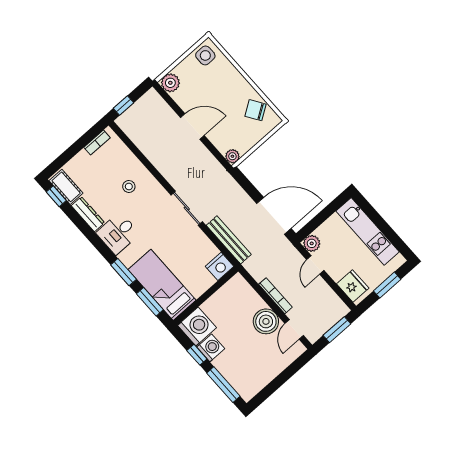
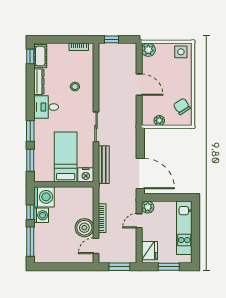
plant: (232, 156) -> (159, 120), moved
bed: (162, 285) -> (66, 157), moved

